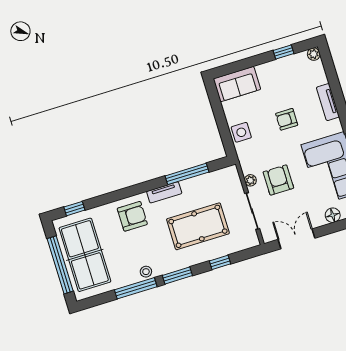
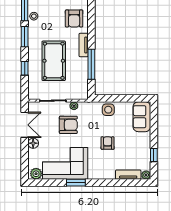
tv unit: (328, 102) -> (128, 175), moved
floor lamp: (333, 215) -> (33, 143), moved

